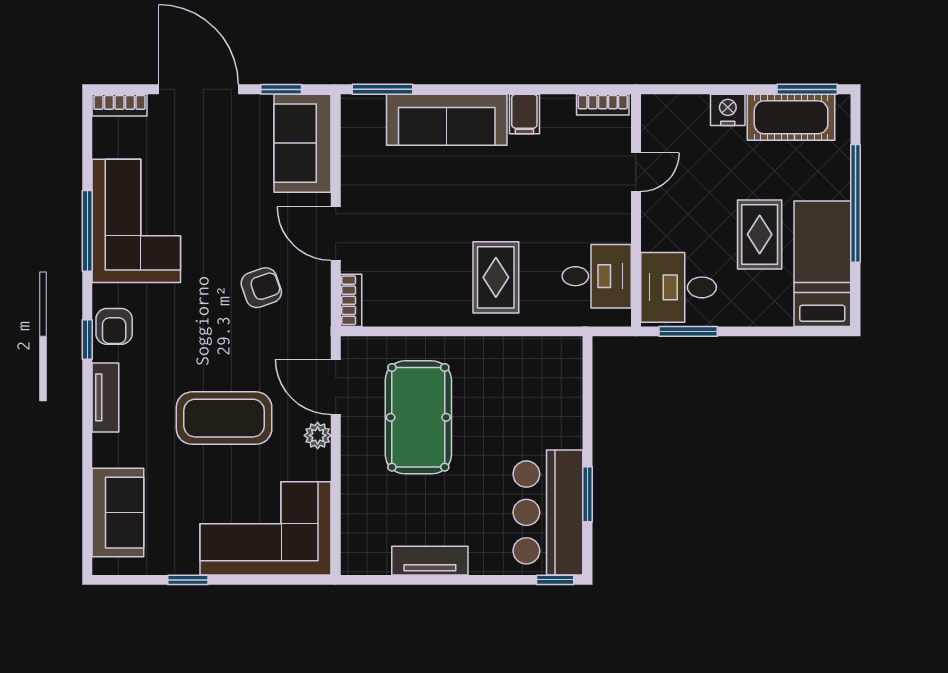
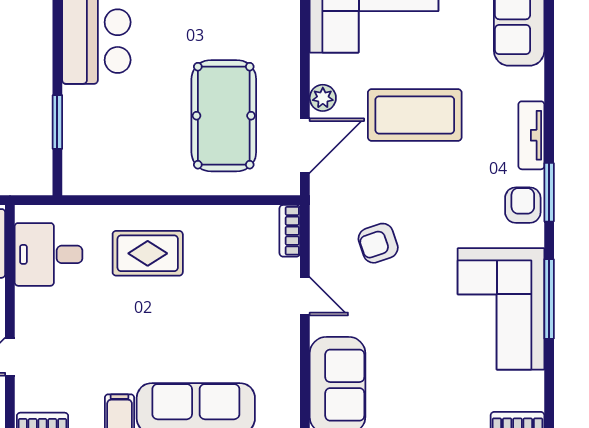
door: (336, 234) -> (305, 296), width x0.73
rug: (496, 277) -> (148, 253), turned 90
window: (87, 339) -> (549, 192), width x1.50
door: (336, 387) -> (305, 146), hinge flipped
window: (588, 494) -> (57, 122), moved

